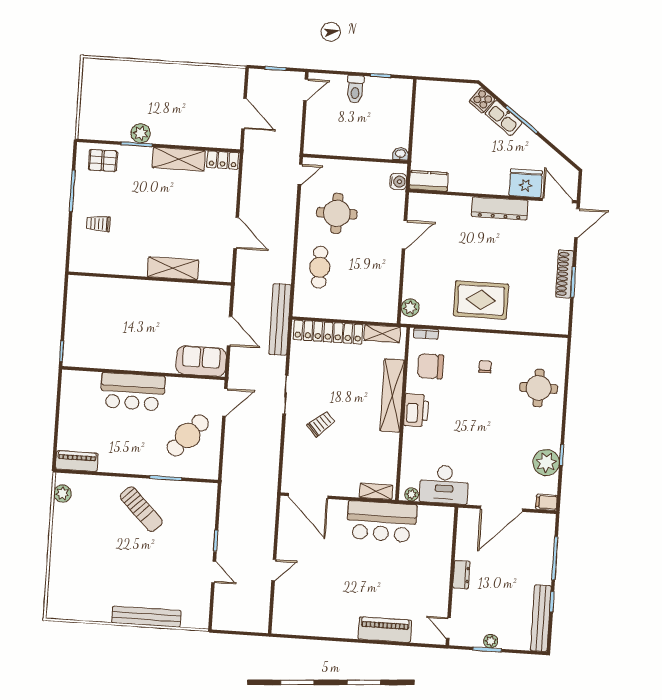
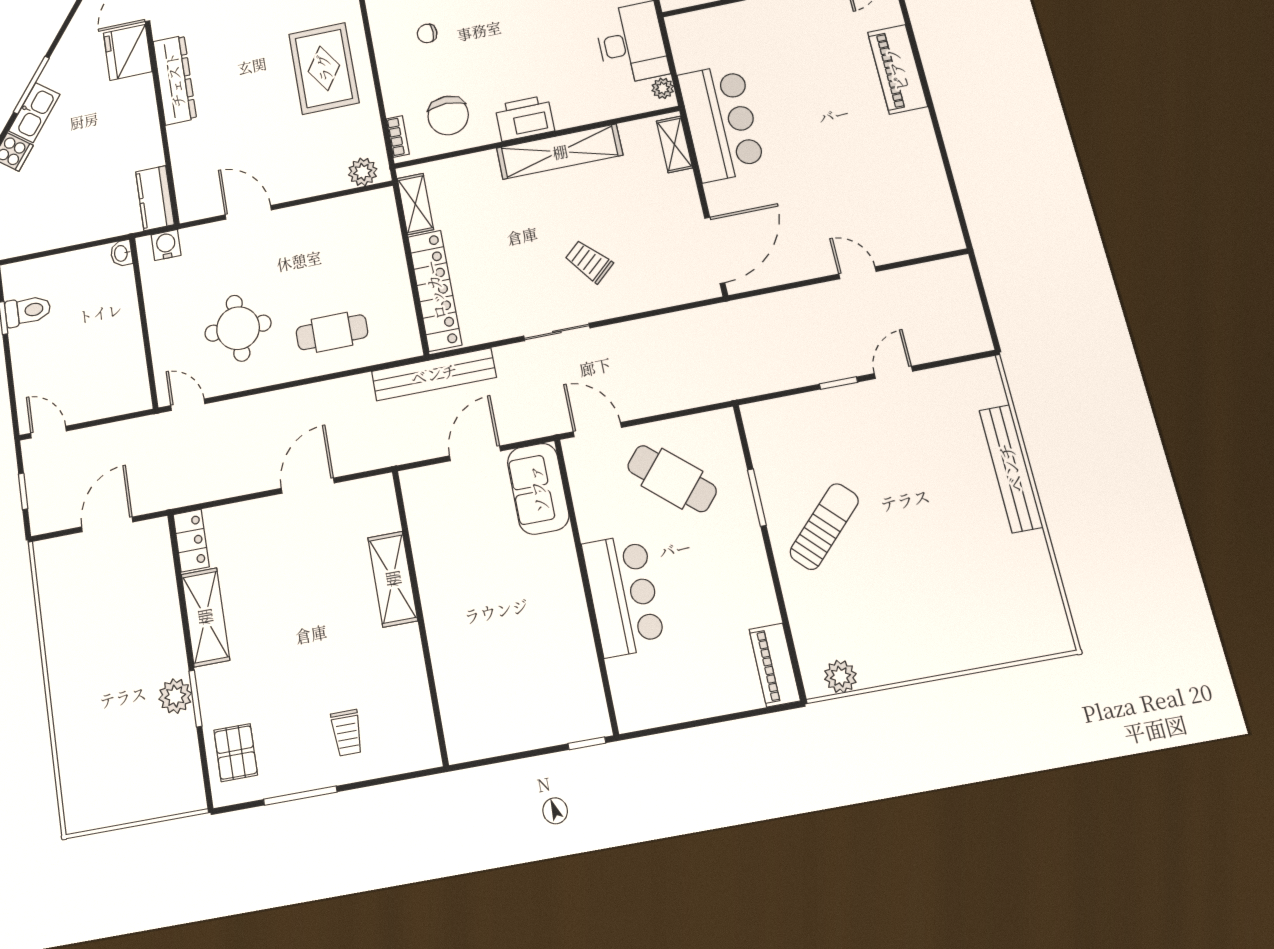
toilet: (355, 89) -> (28, 311), moved
shelving: (392, 395) -> (560, 152), moved

